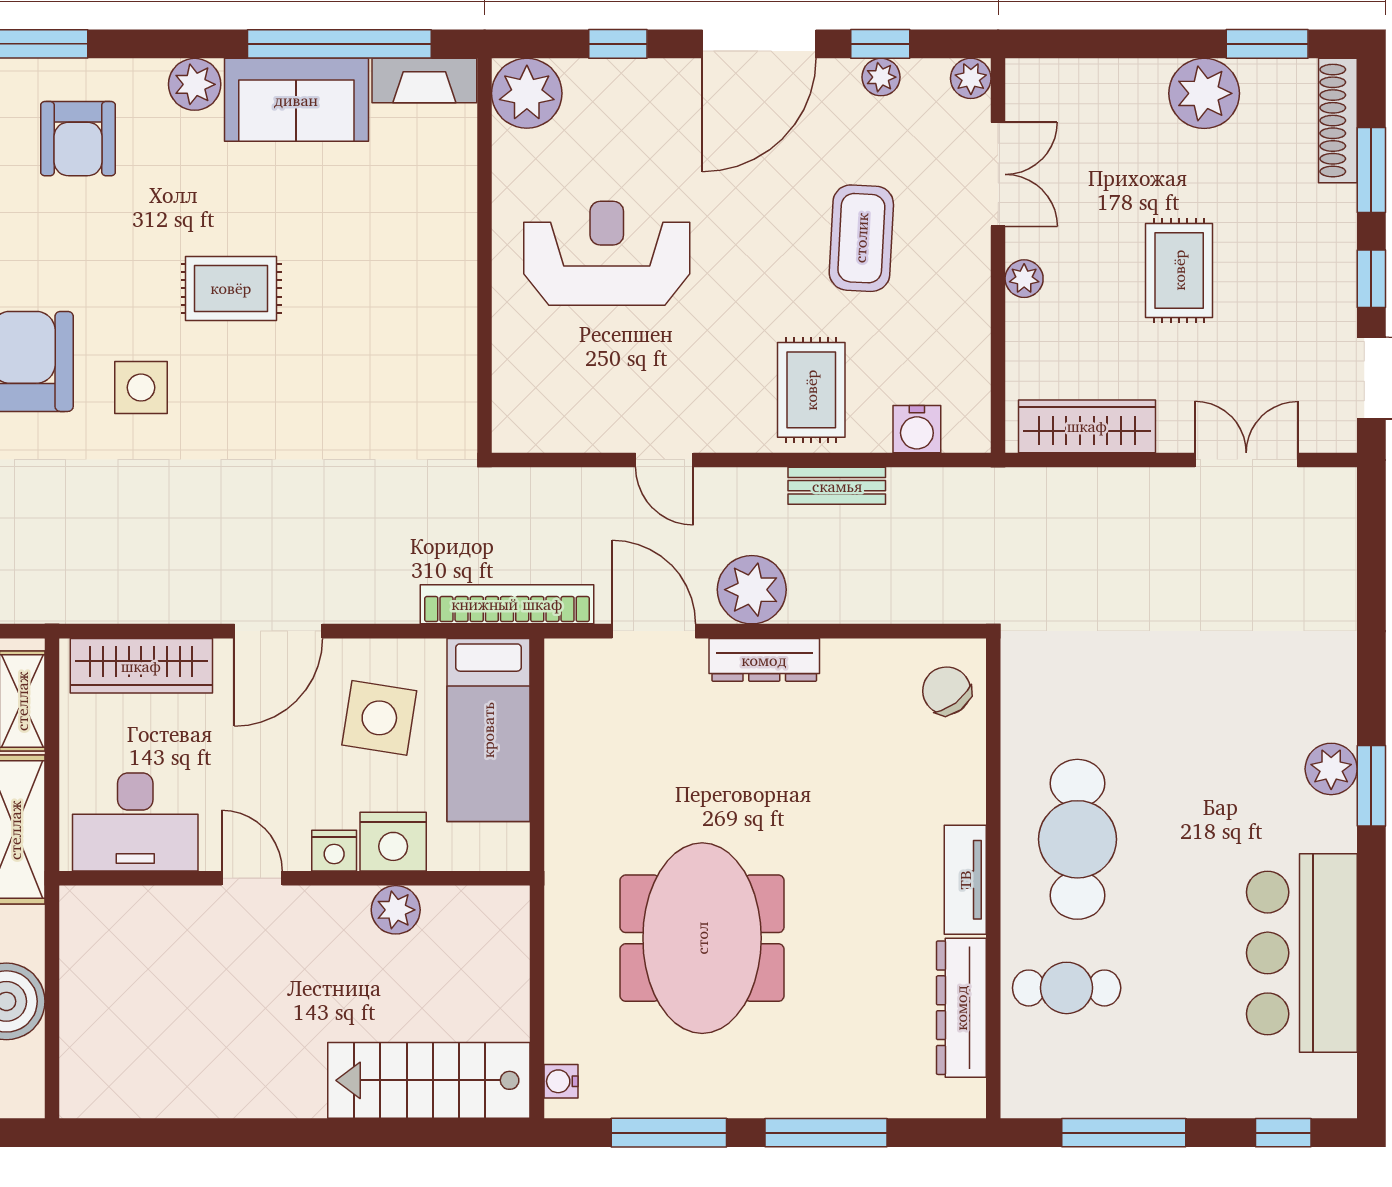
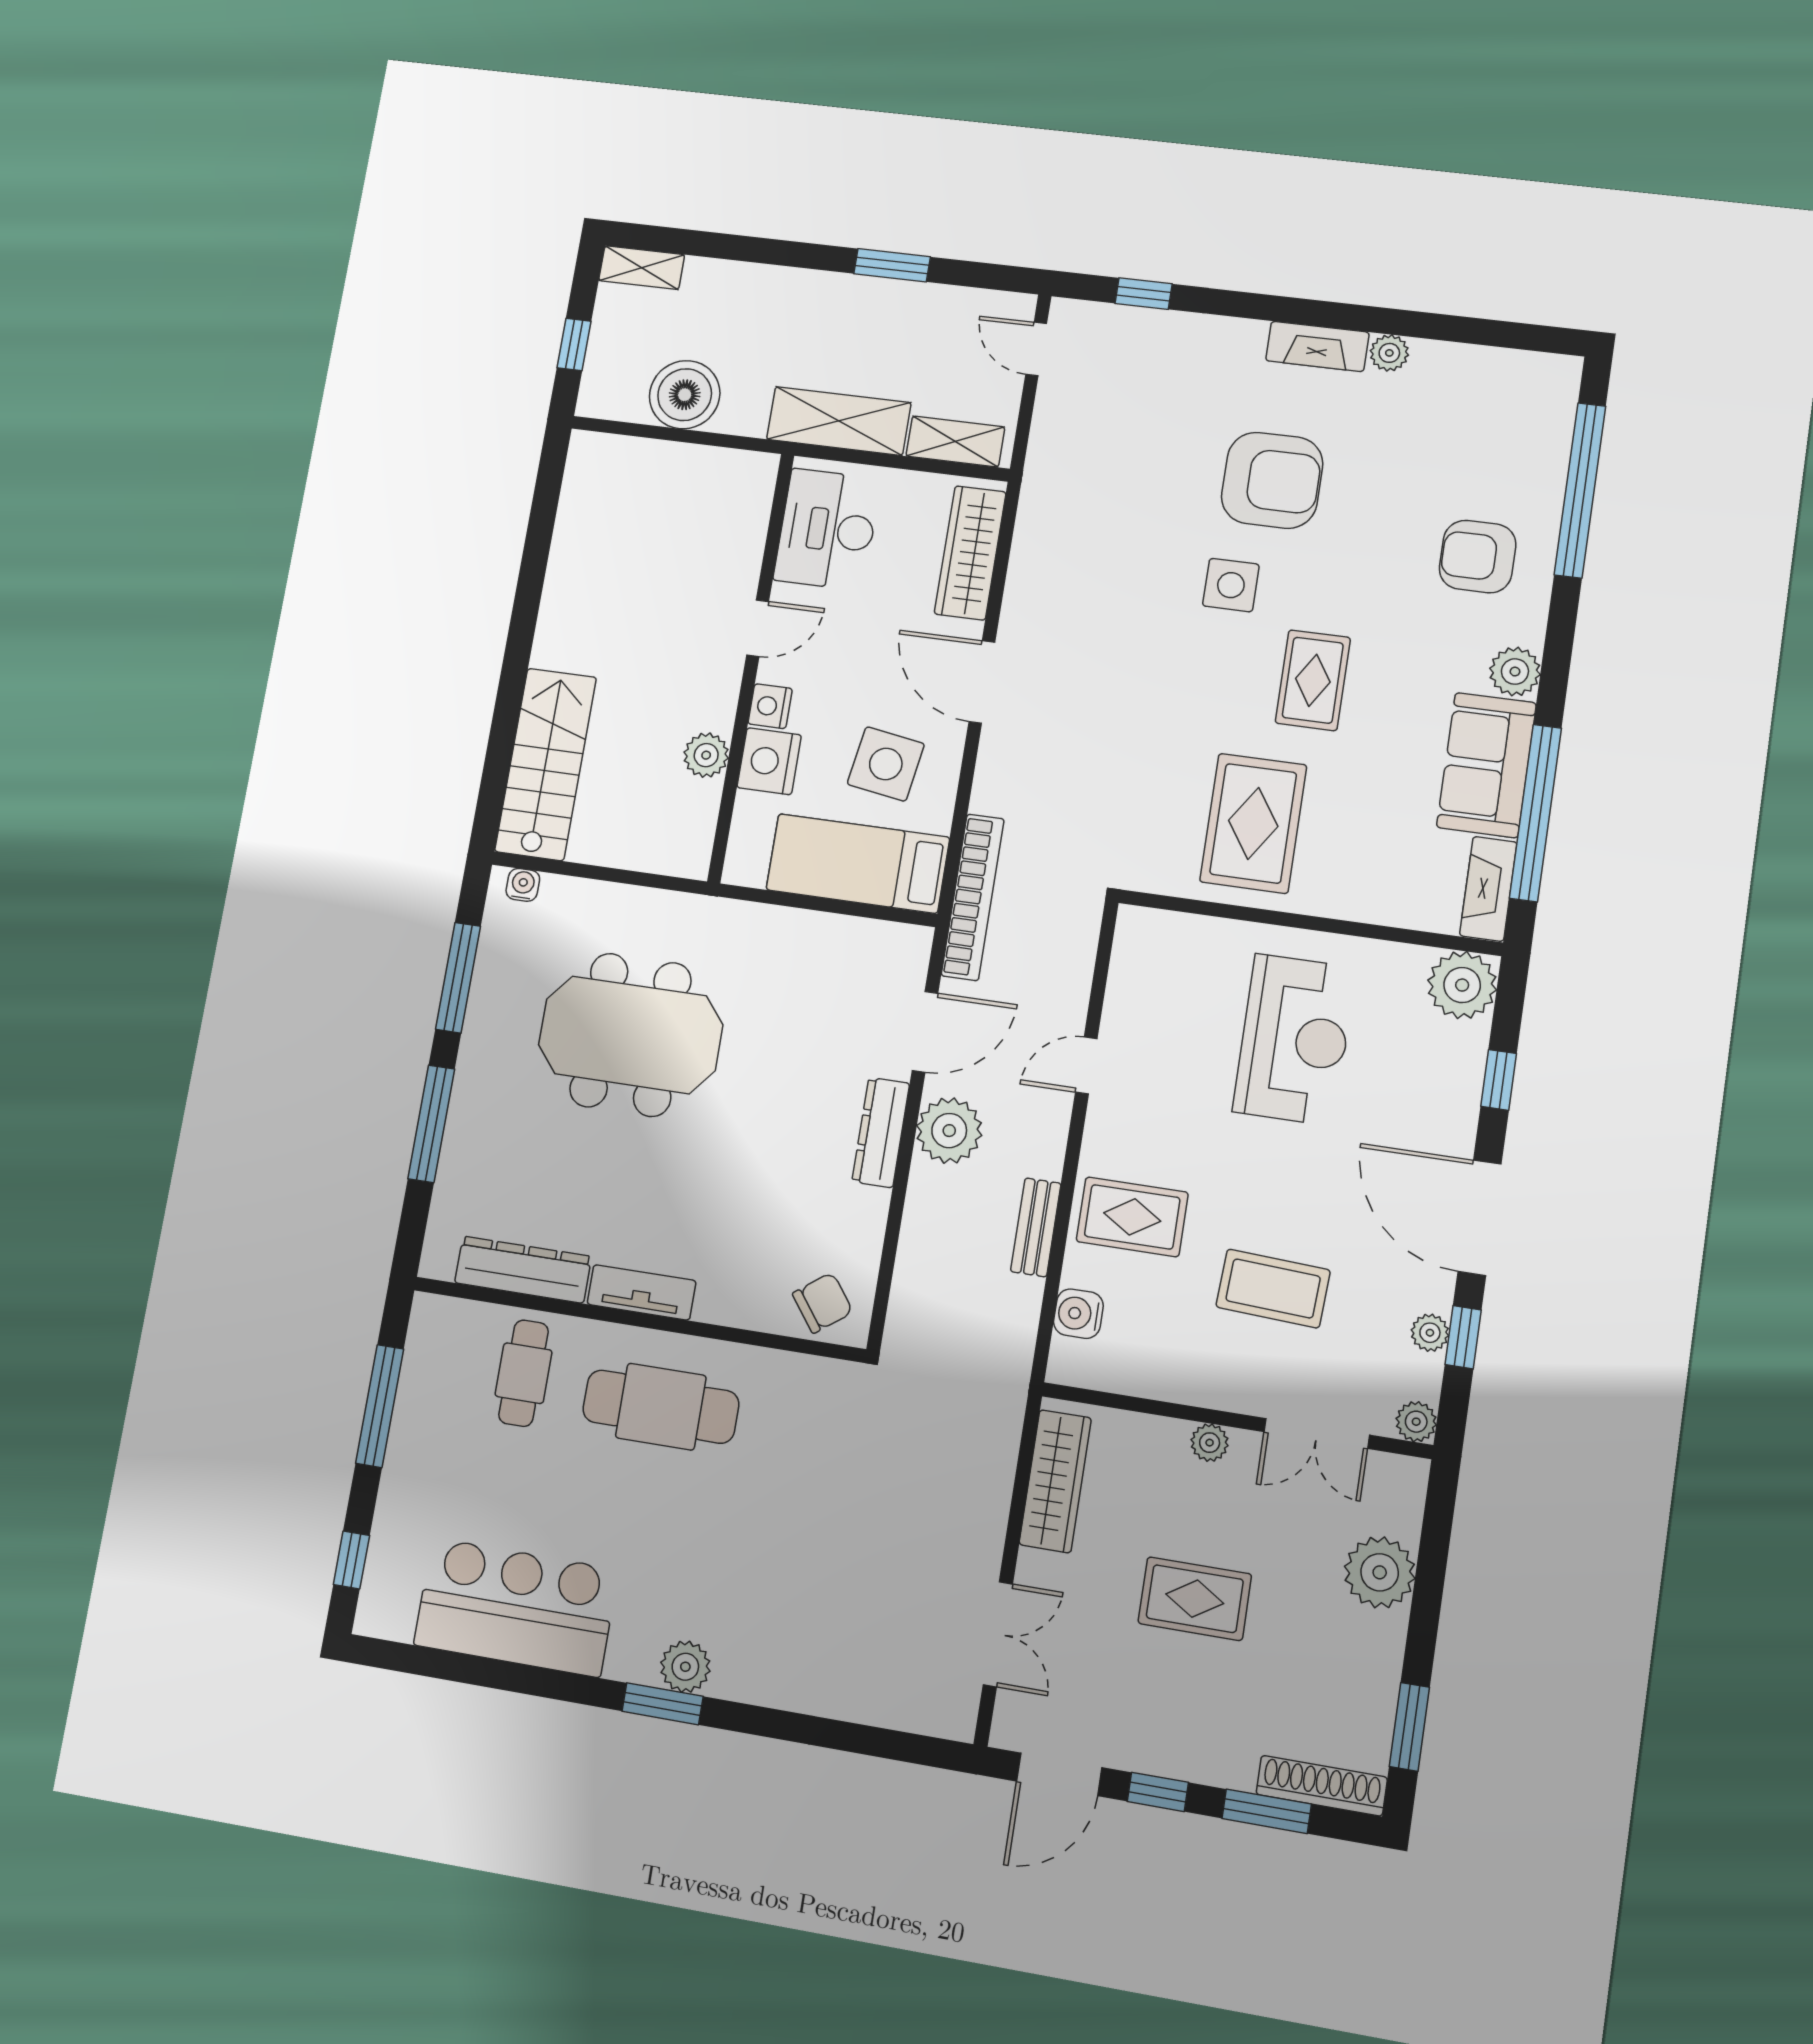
plant: (1204, 93) -> (1380, 1572), moved
rug: (390, 328) -> (1253, 823), added

